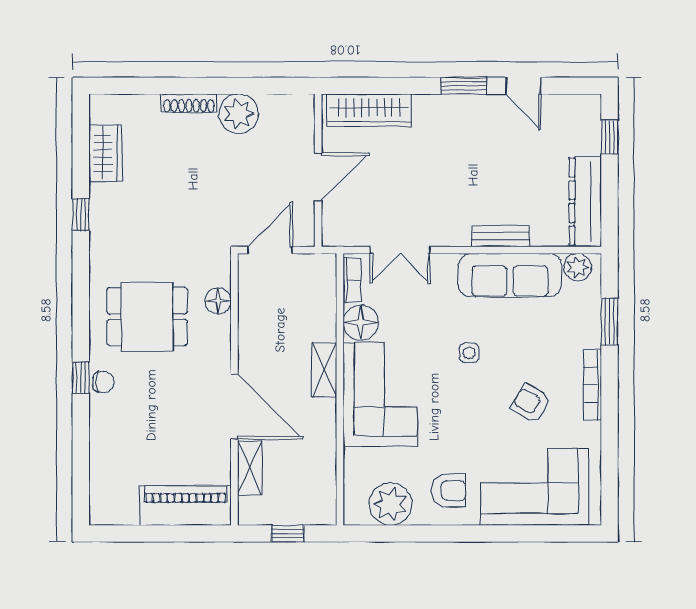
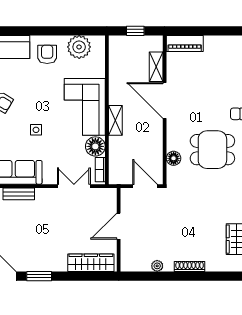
plant: (239, 114) -> (157, 266), width x0.53, depth x0.53
door: (270, 250) -> (145, 186), swing flipped
armchair: (449, 491) -> (47, 54), turned 90
piano: (185, 505) -> (185, 44), width x0.73, depth x0.75

